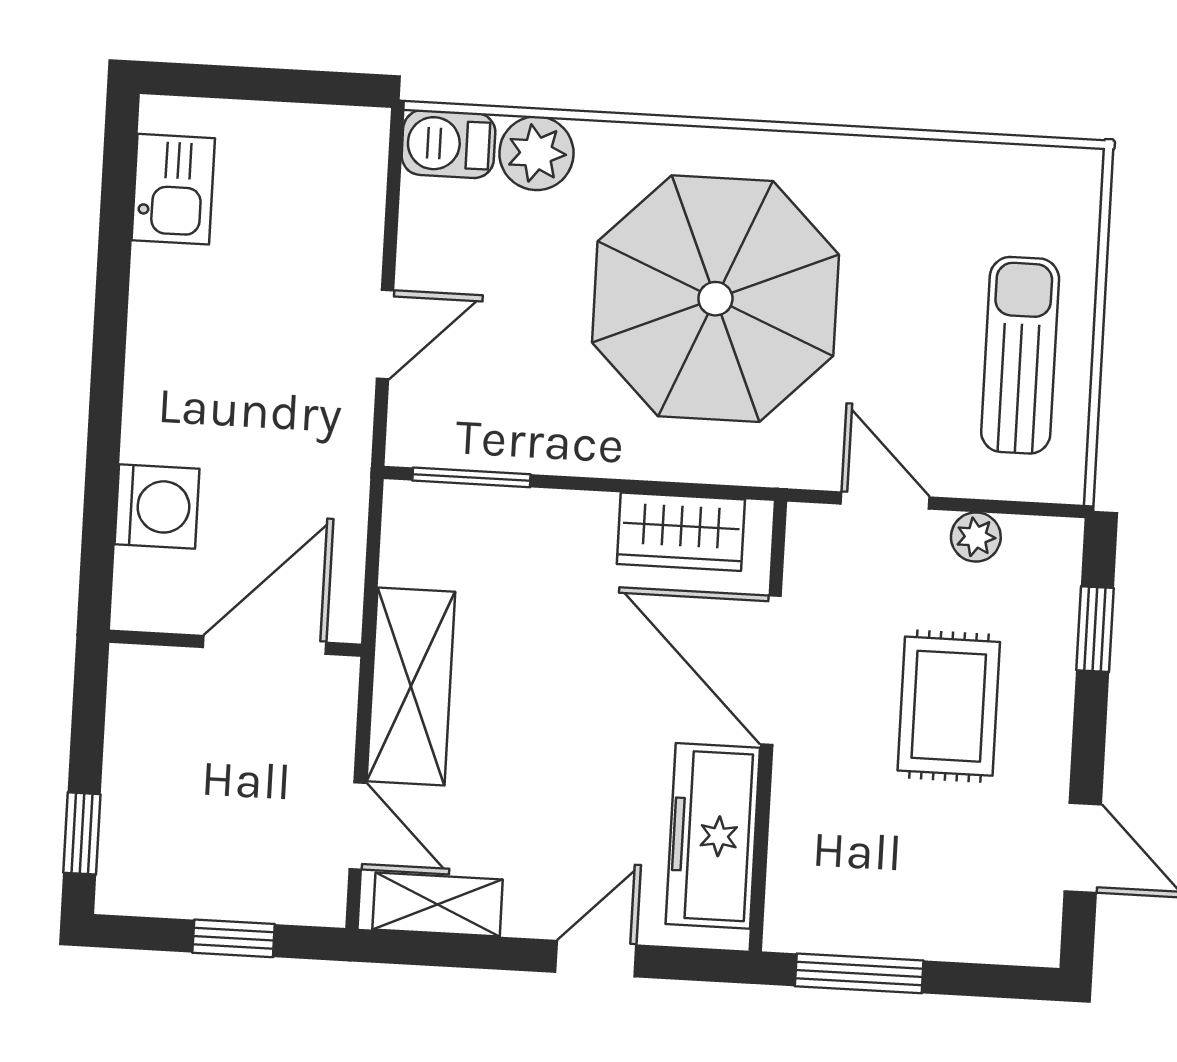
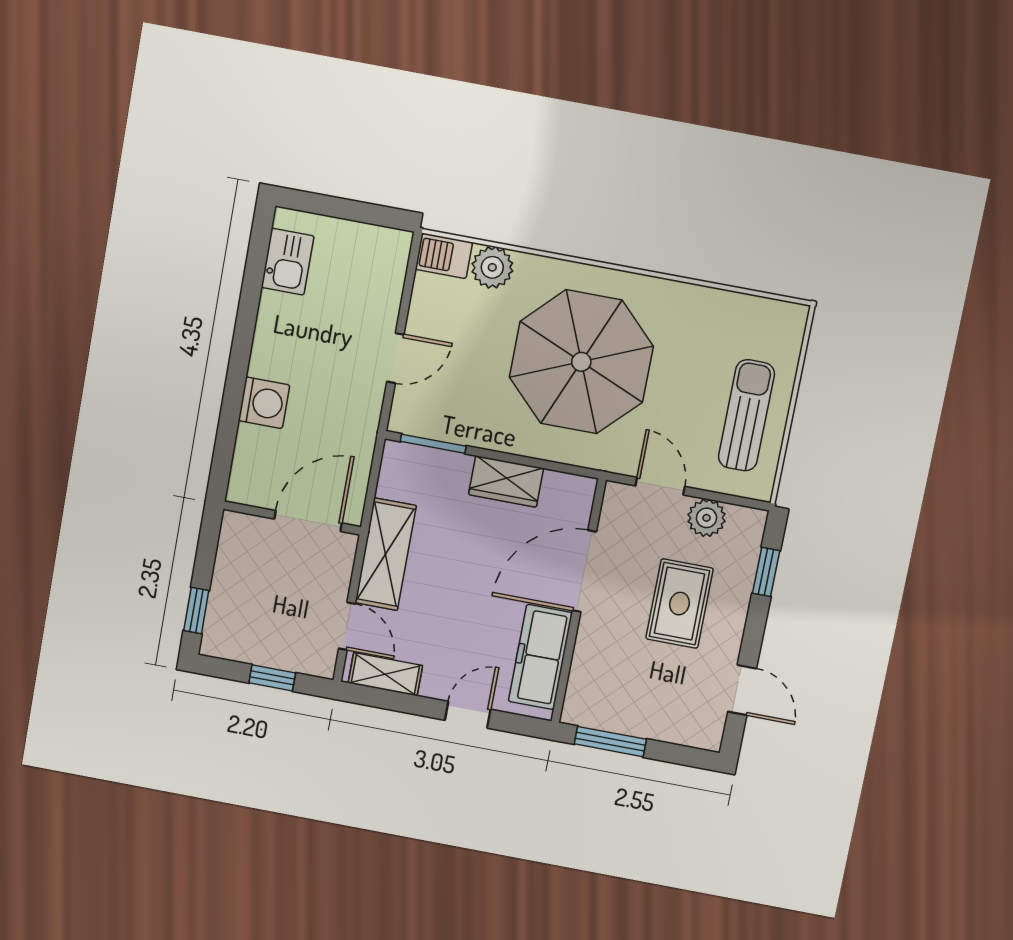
washing machine: (157, 507) -> (264, 403), moved
wardrobe: (681, 532) -> (506, 481), moved
plant: (976, 537) -> (707, 518), width x1.38, depth x1.38
door: (771, 670) -> (584, 571), hinge flipped

